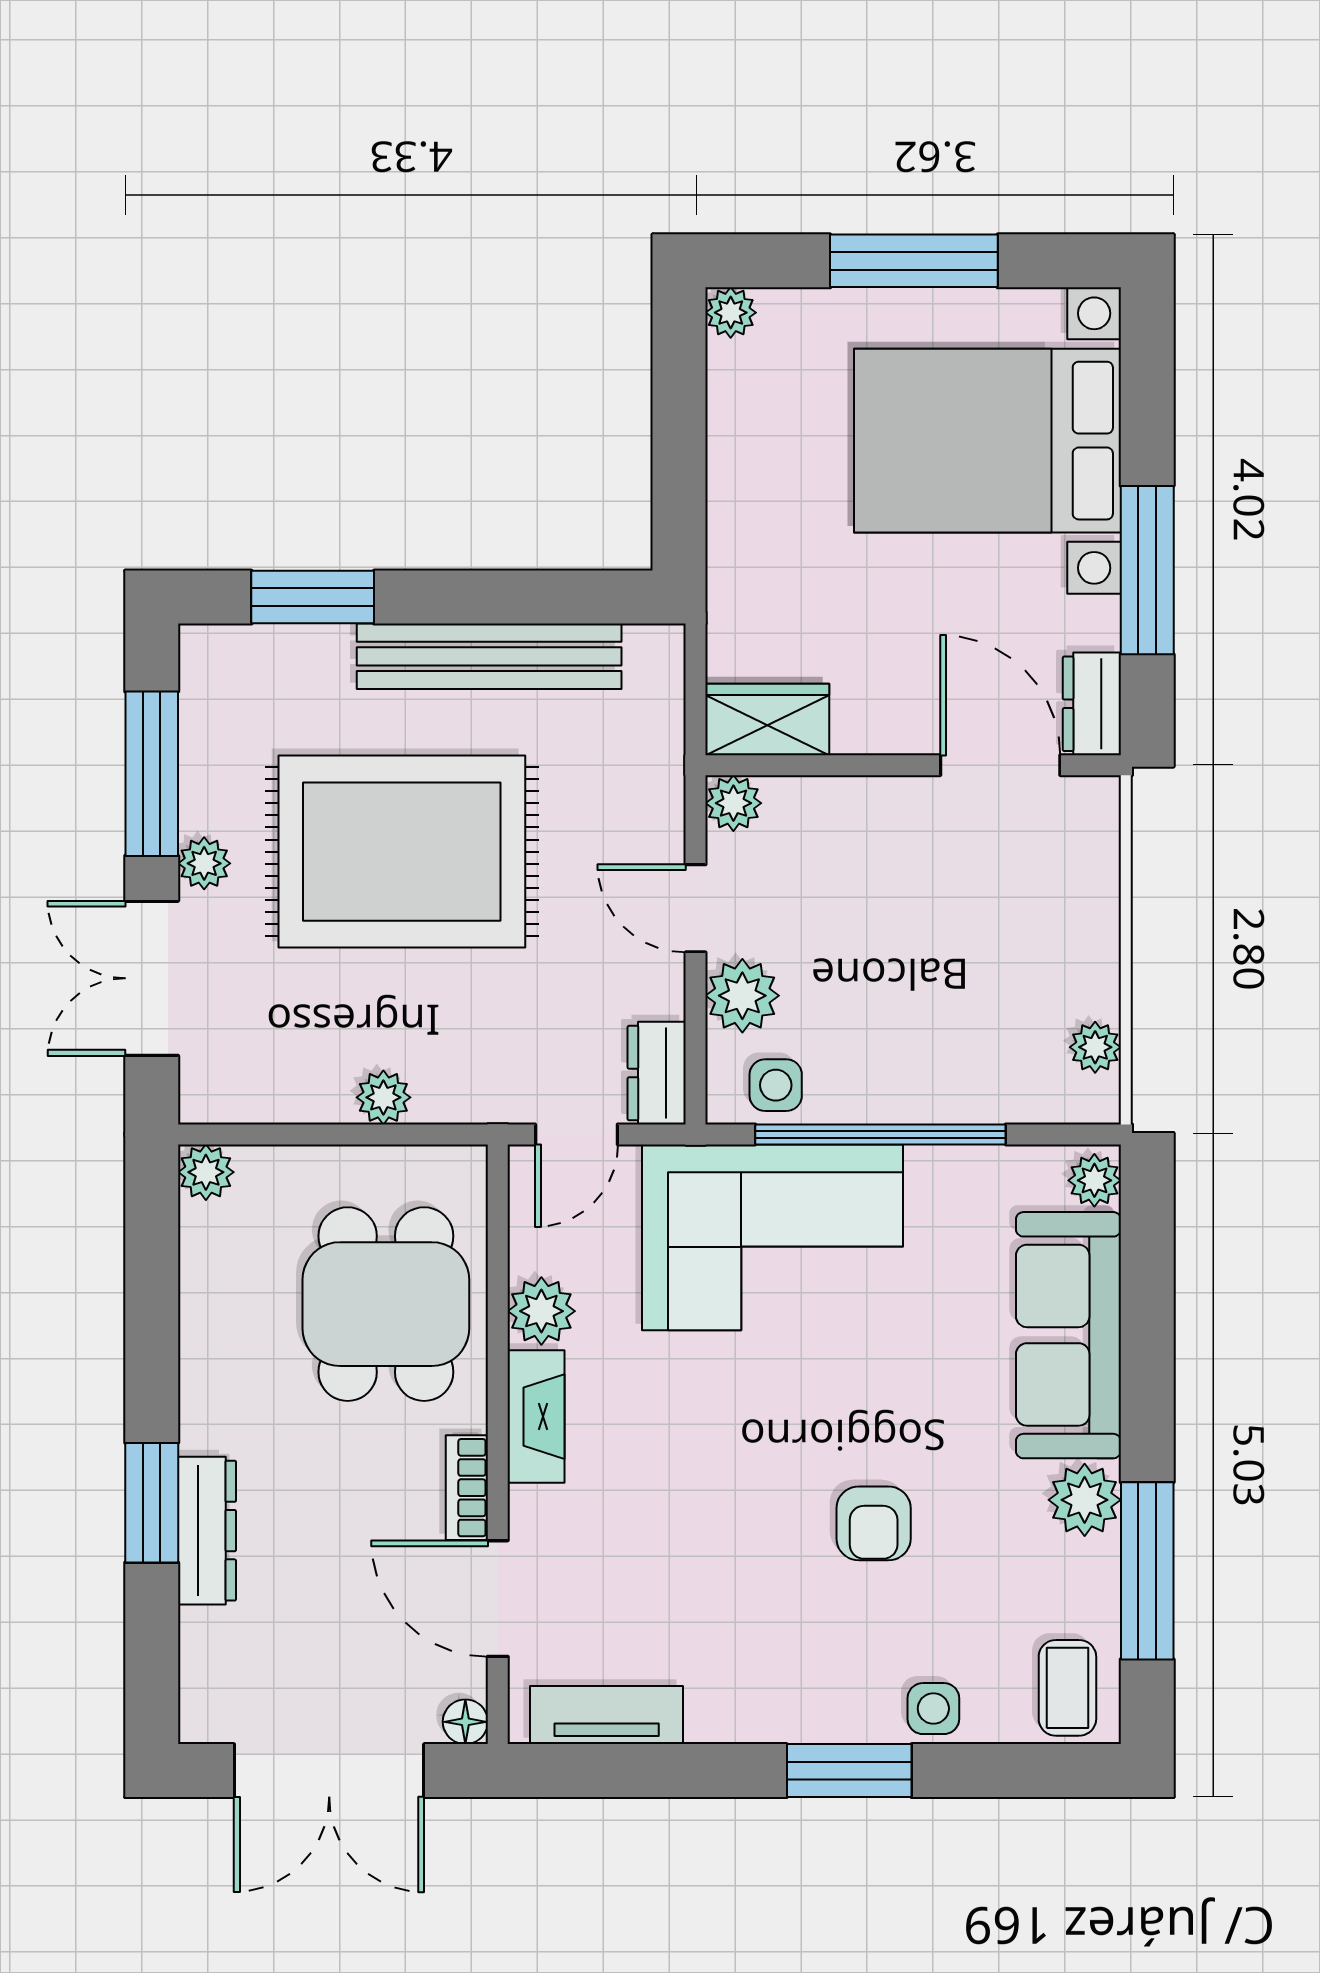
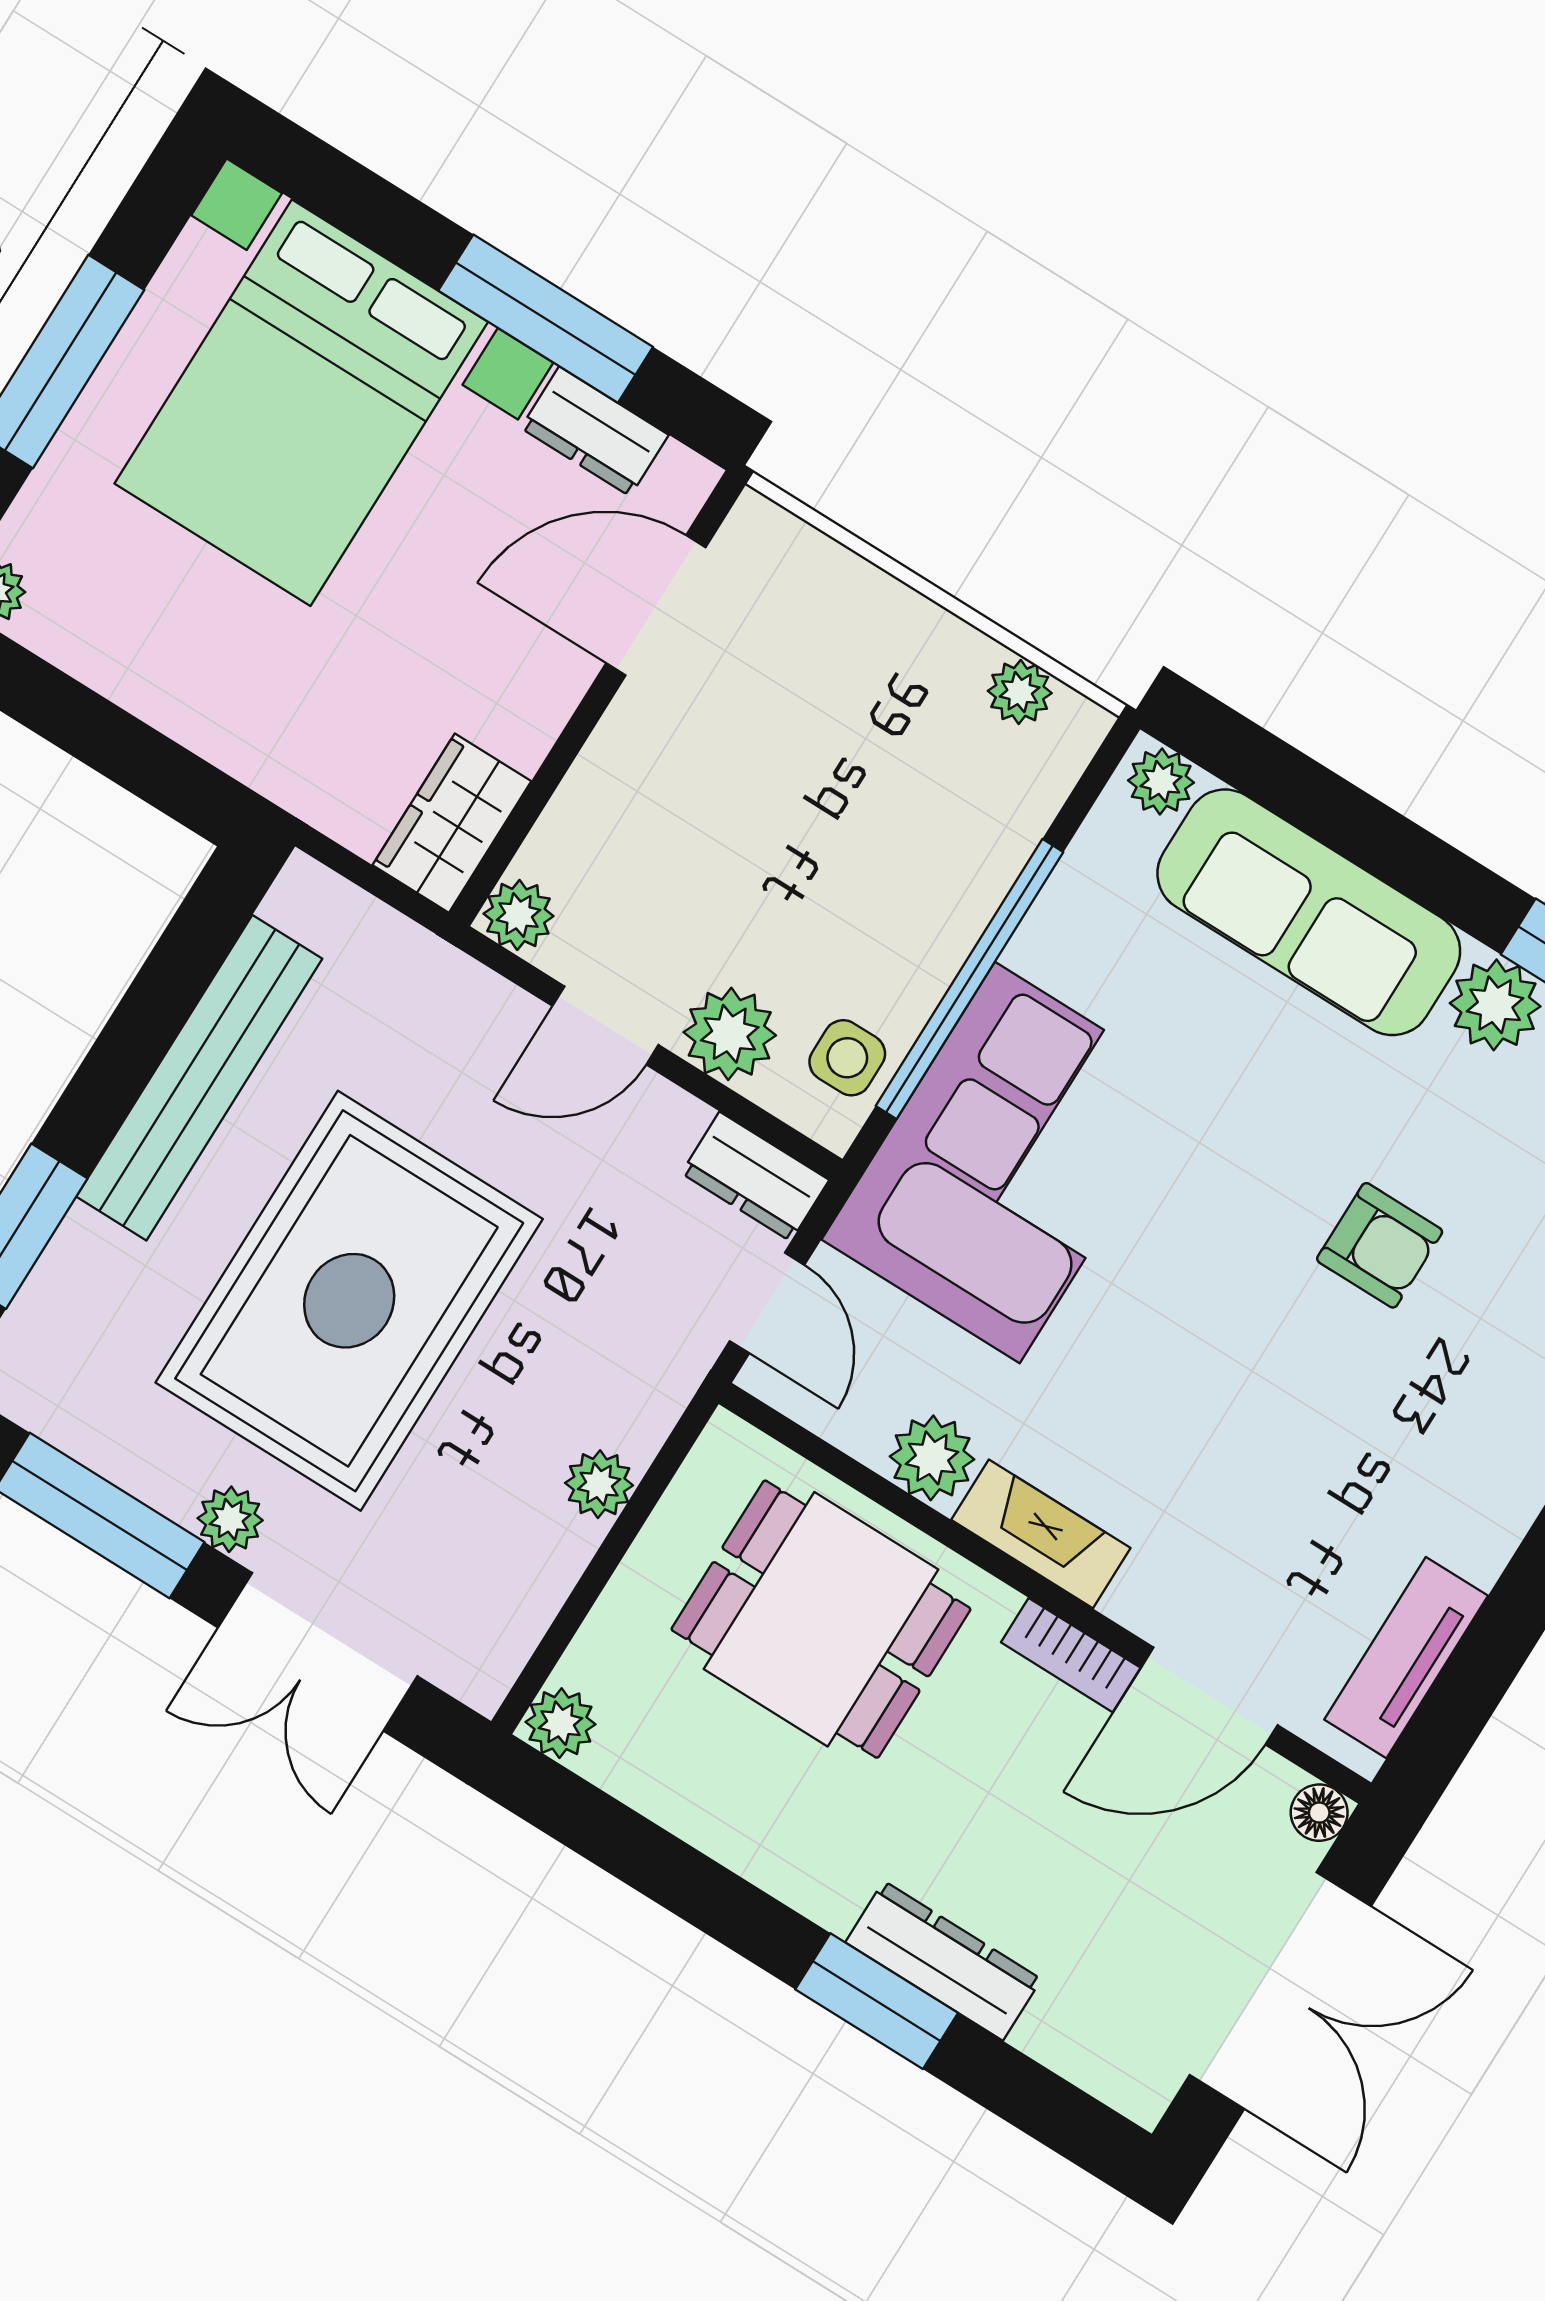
dresser: (1092, 704) -> (595, 431), moved

